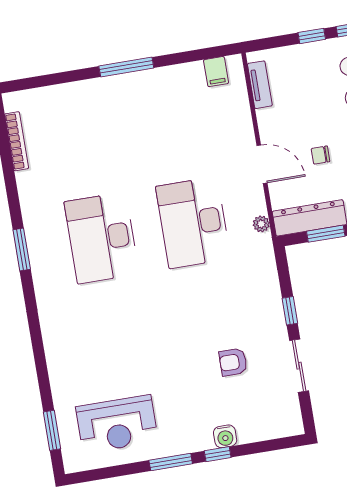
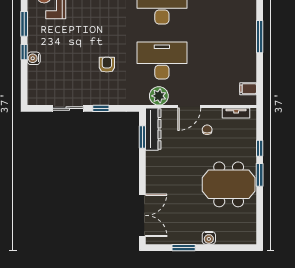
chair: (321, 155) -> (207, 130), moved
plant: (261, 224) -> (159, 96), width x1.87, depth x1.87
armchair: (233, 362) -> (107, 65), moved

